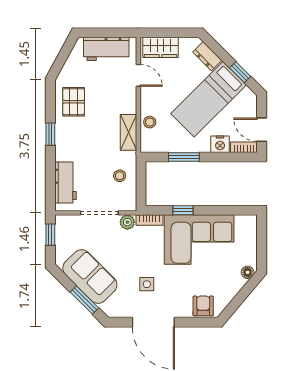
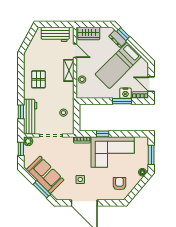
window: (240, 72) -> (123, 34), moved
pallet: (74, 102) -> (38, 79), moved
shelving: (128, 132) -> (69, 70), moved
window: (50, 134) -> (21, 112), moved
window: (184, 157) -> (122, 101), moved
workbench: (66, 182) -> (30, 117), width x1.37
plant: (127, 222) -> (28, 141), moved
window: (262, 244) -> (151, 155), added
armchair: (203, 306) -> (119, 184), moved

